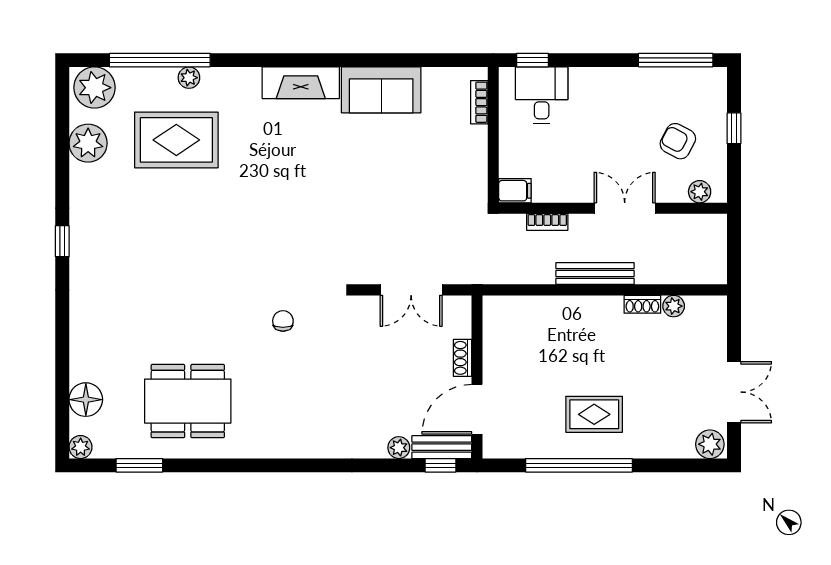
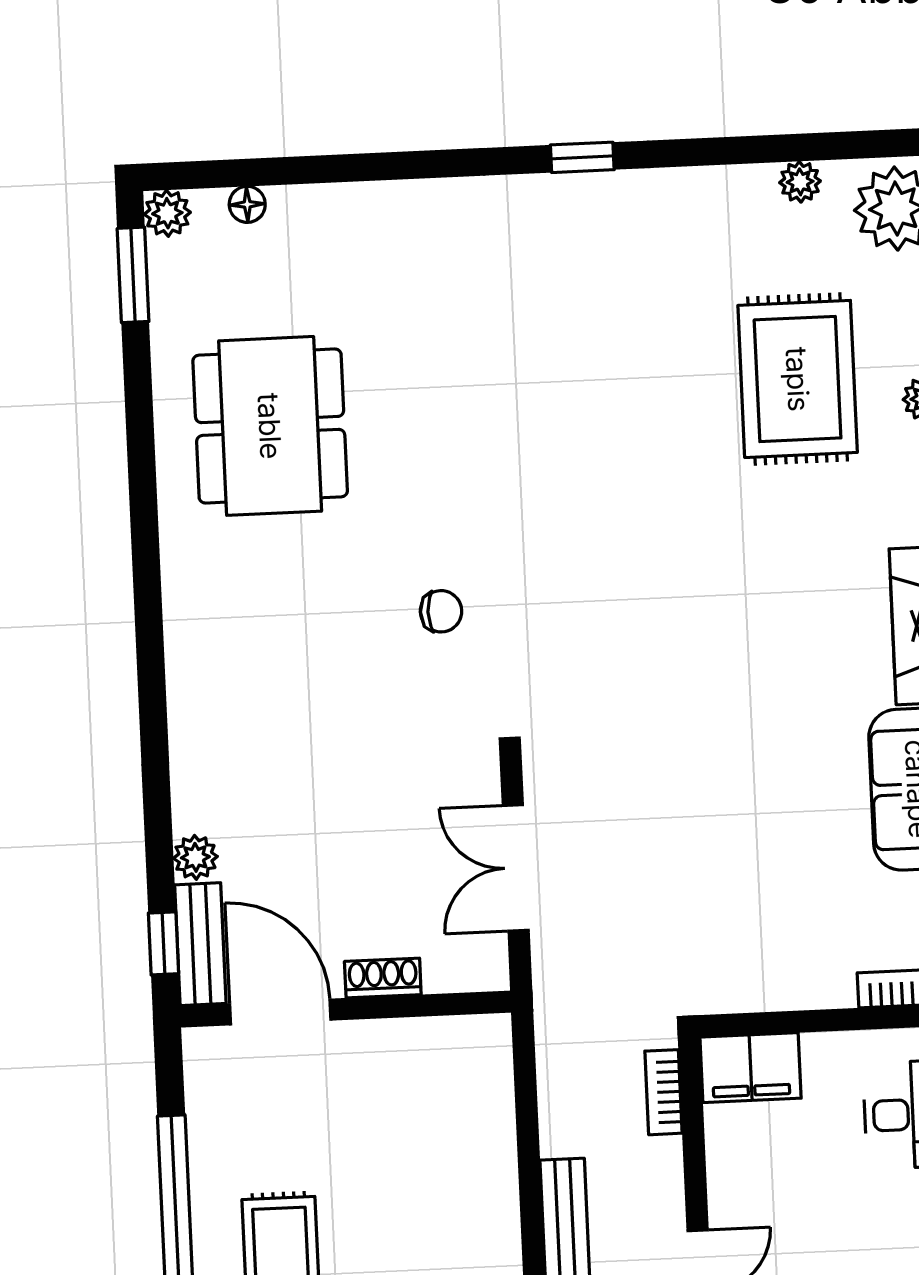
plant: (88, 143) -> (800, 182), width x0.53, depth x0.53
filing cabinet: (515, 191) -> (751, 1068), width x2.00
bookcase: (547, 222) -> (664, 1092), moved
floor lamp: (86, 400) -> (247, 204), width x0.53, depth x0.53
window: (139, 465) -> (133, 275), moved

